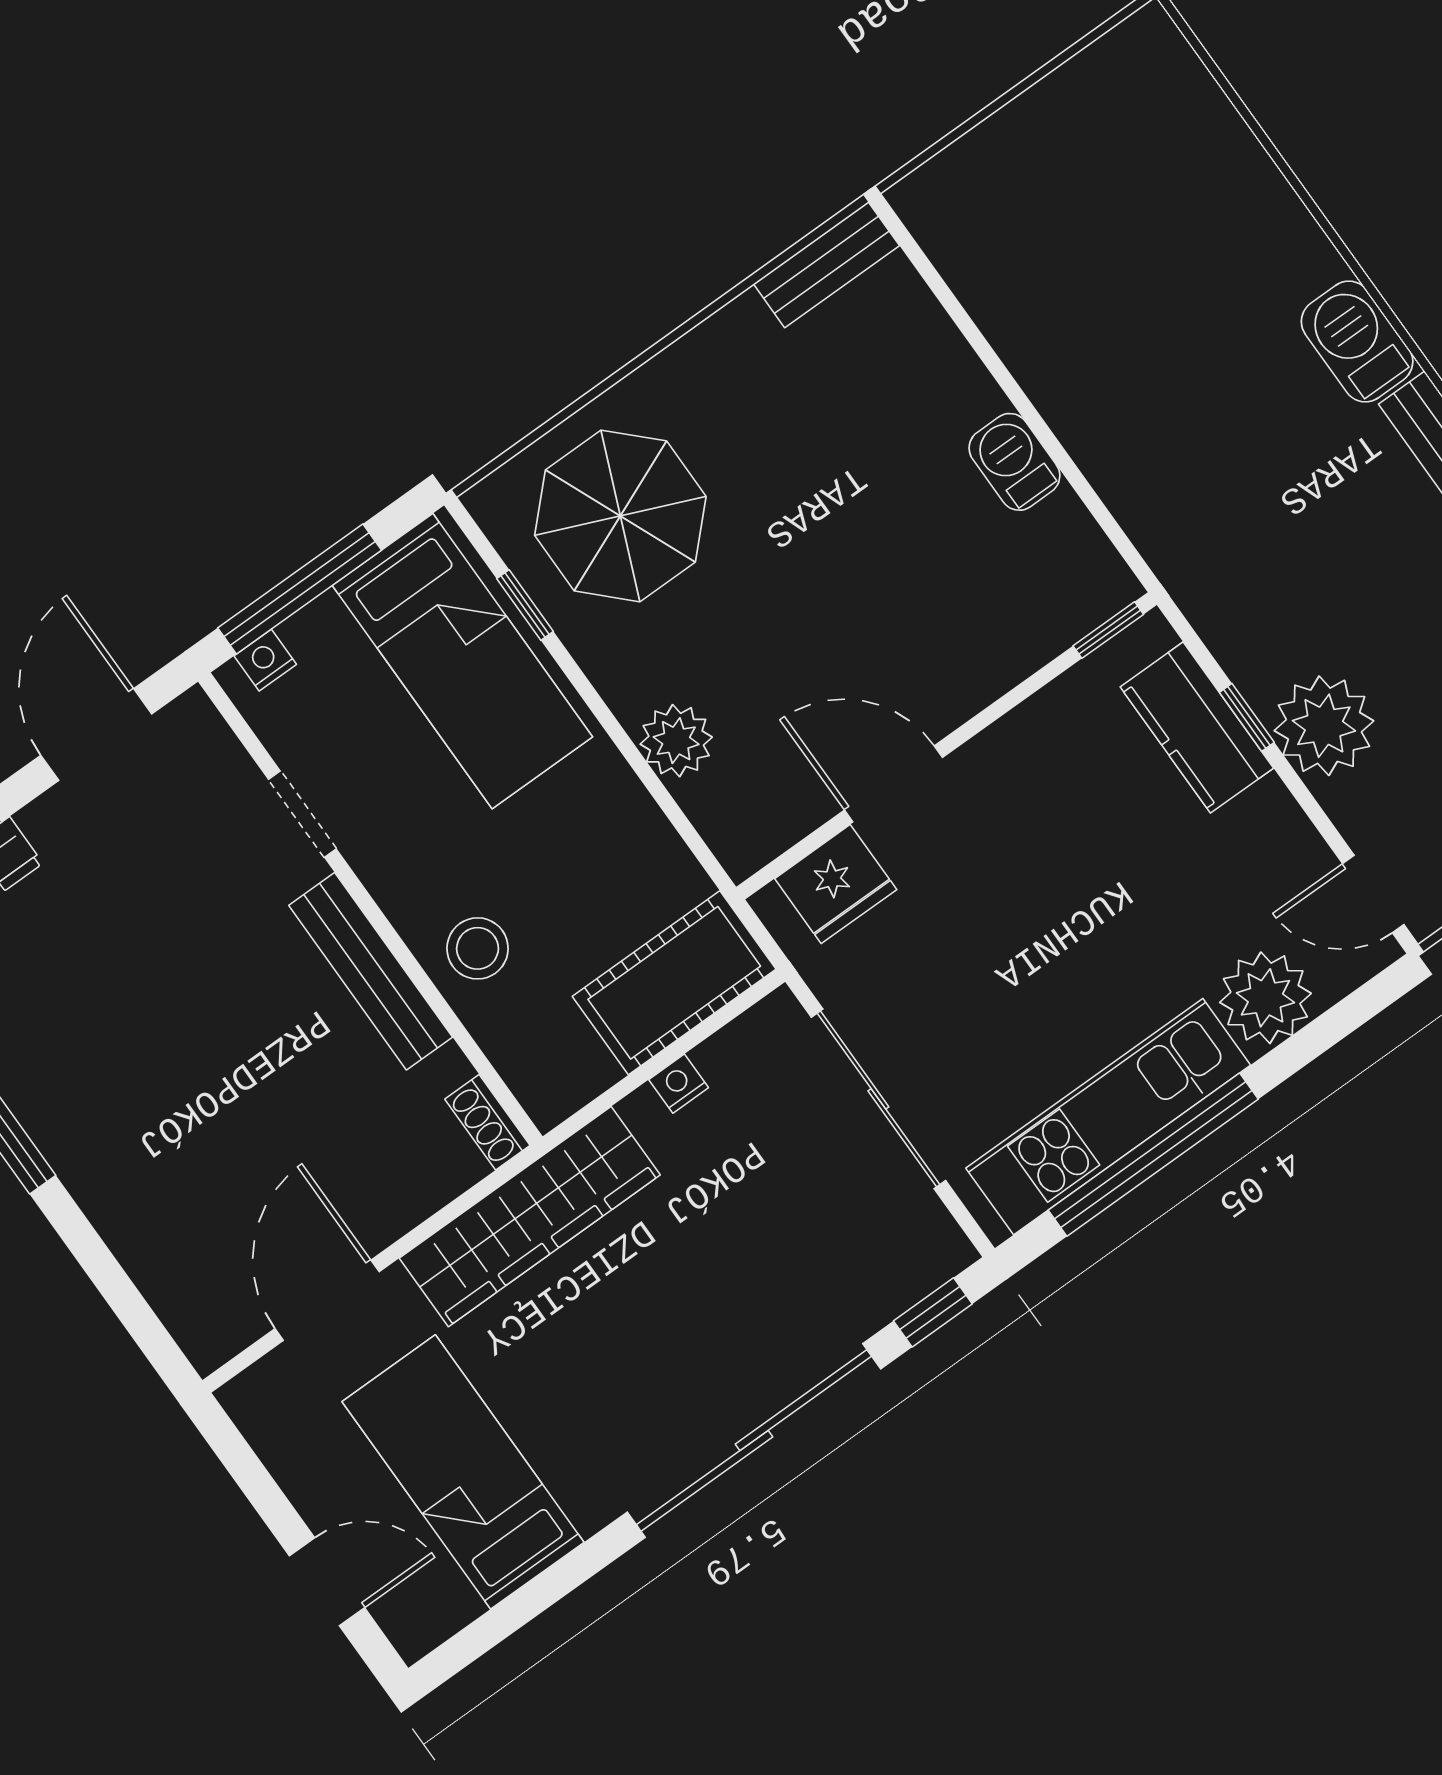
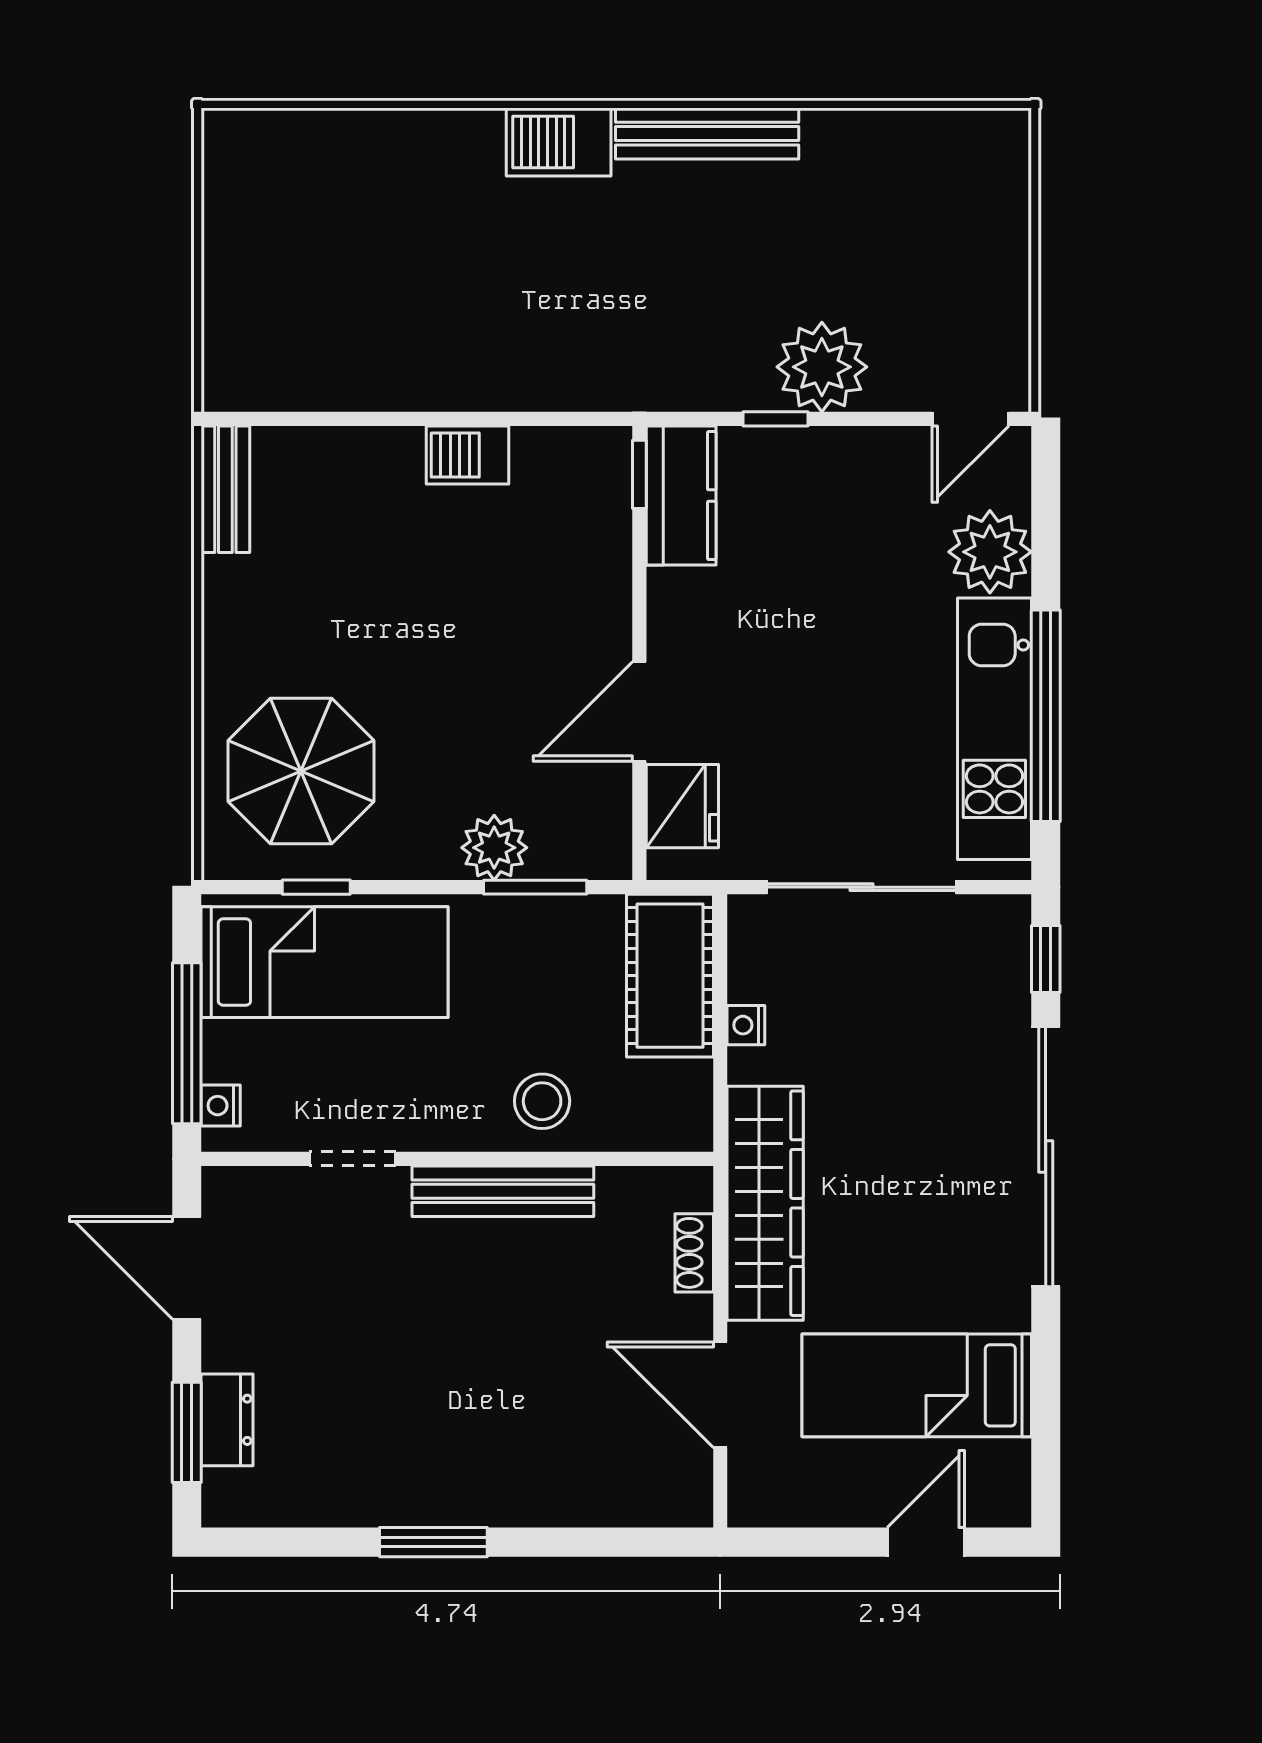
kitchen counter: (1197, 727) -> (681, 496), moved, turned -90
window: (667, 803) -> (535, 887), added
shoe rack: (487, 1122) -> (694, 1253), moved, turned 90

